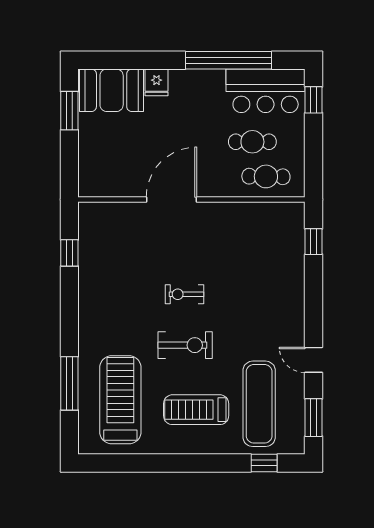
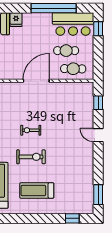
door: (172, 200) -> (36, 81), moved
door: (314, 360) -> (98, 135), moved
exercise mat: (259, 404) -> (70, 187), removed

